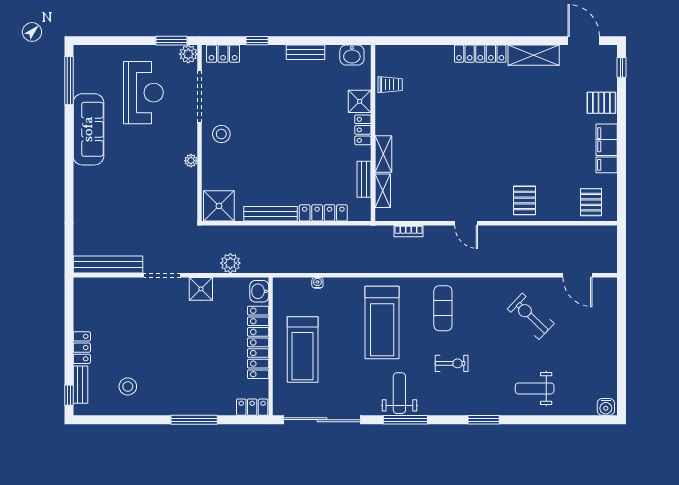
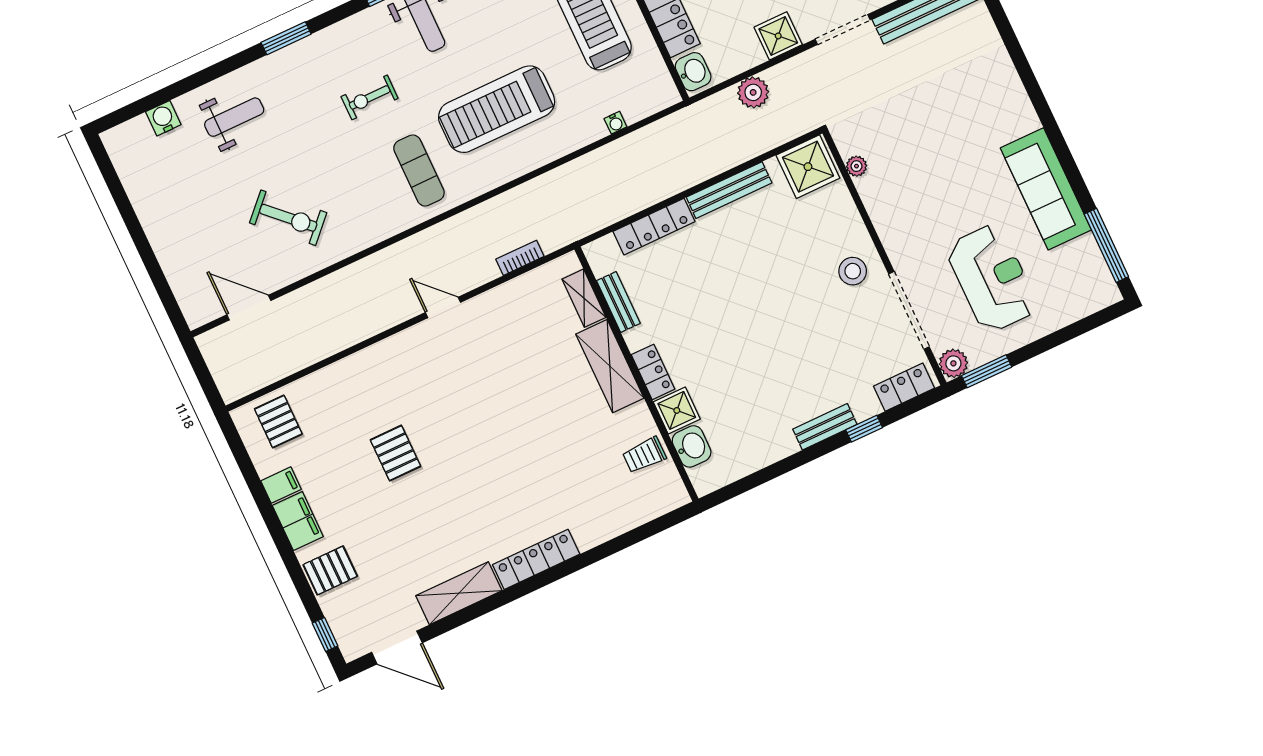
bench: (306, 52) -> (825, 427), moved
washbasin: (352, 55) -> (692, 446), moved, turned 90
reception desk: (143, 93) -> (992, 278), turned 180
shelving: (383, 154) -> (610, 366), width x1.50, depth x1.33
plant: (191, 161) -> (856, 166), moved
pallet: (525, 200) -> (395, 453), moved
treadmill: (382, 323) -> (497, 109), turned -90
water cooler: (606, 407) -> (163, 118), moved

